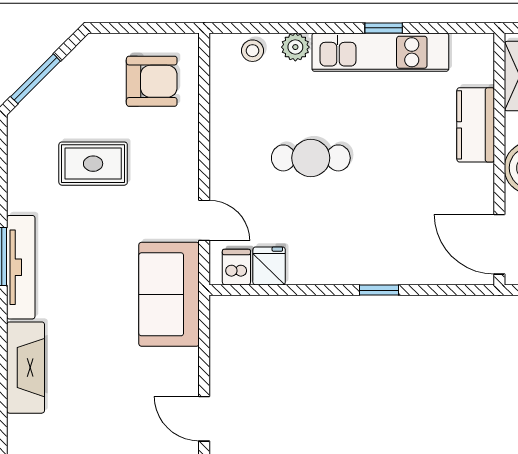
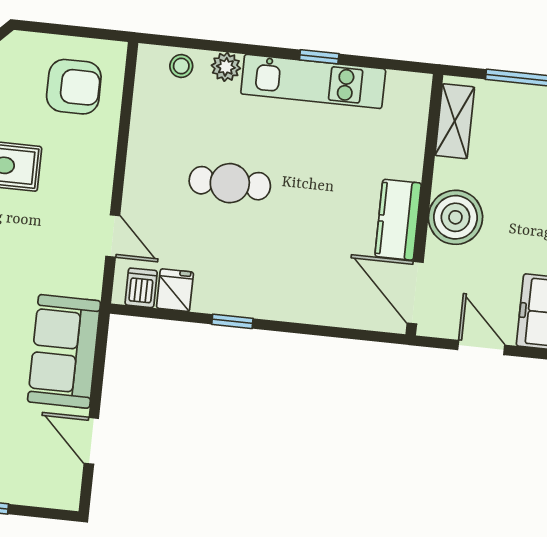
kitchen counter: (476, 125) -> (398, 220), moved
window: (379, 290) -> (232, 321), moved
sofa: (169, 294) -> (64, 351), moved

